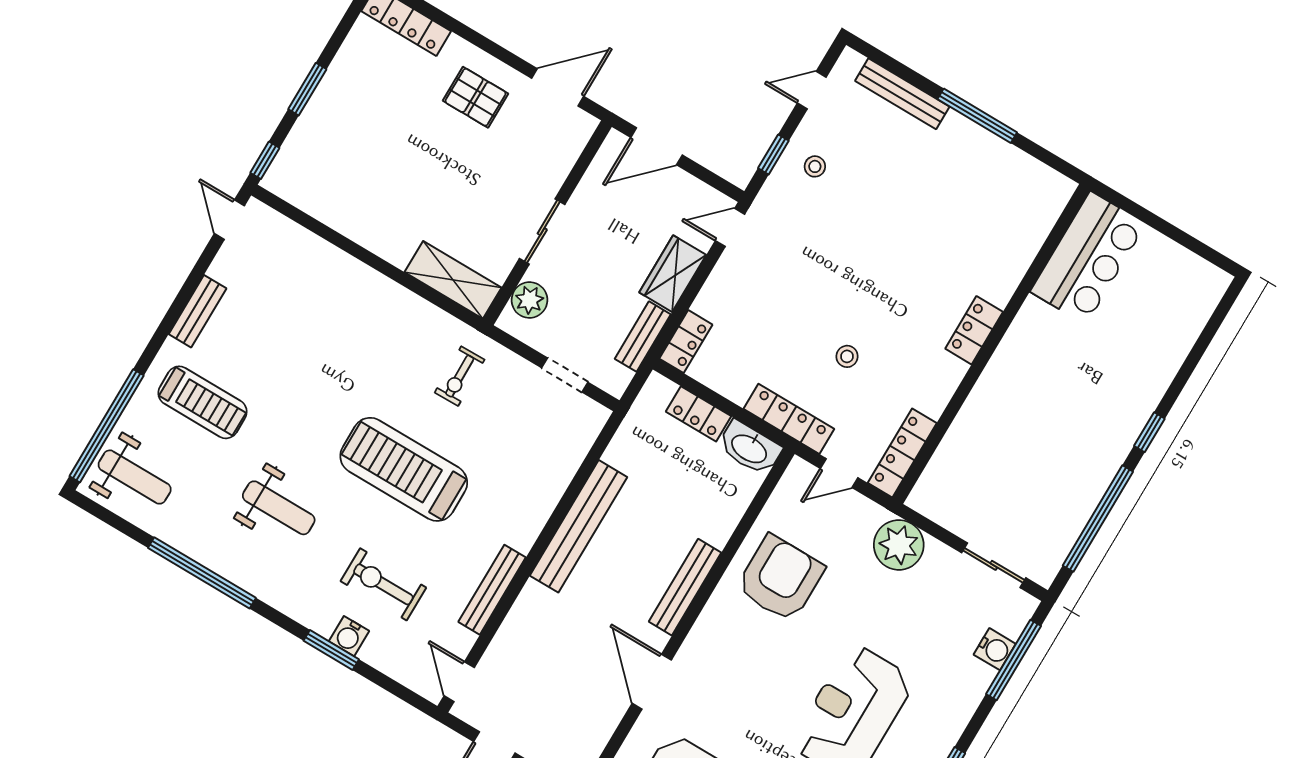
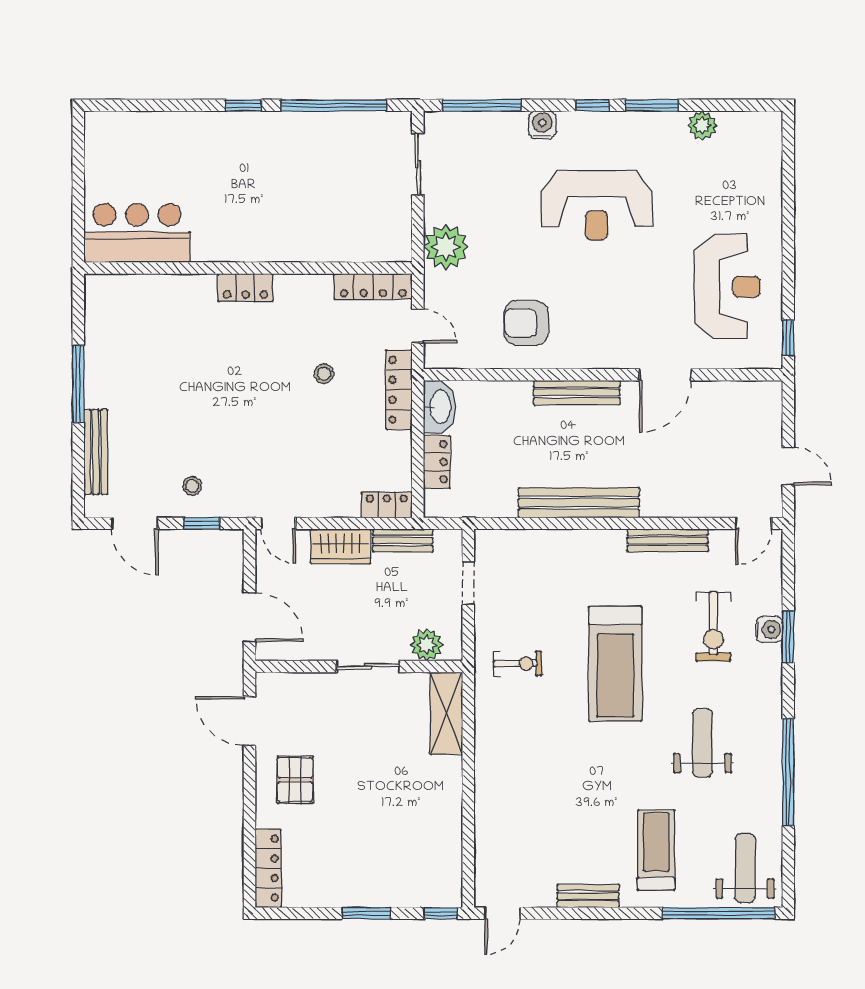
door: (812, 90) -> (135, 523), width x1.38
armchair: (780, 578) -> (526, 323), width x0.73, depth x0.73
water cooler: (995, 649) -> (542, 125), moved

